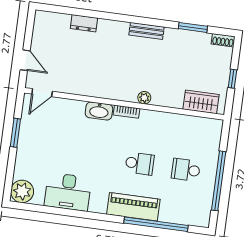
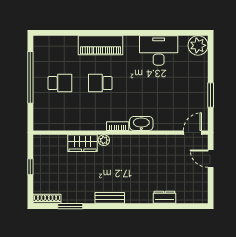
shoe rack: (223, 40) -> (47, 199), width x1.43
wardrobe: (201, 102) -> (83, 143), moved
window: (156, 224) -> (79, 33), removed

